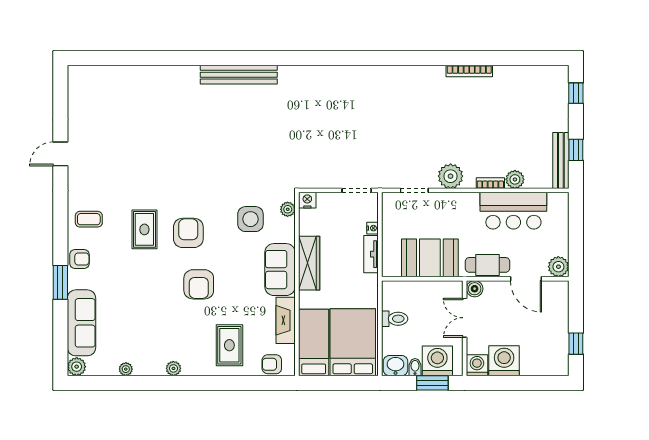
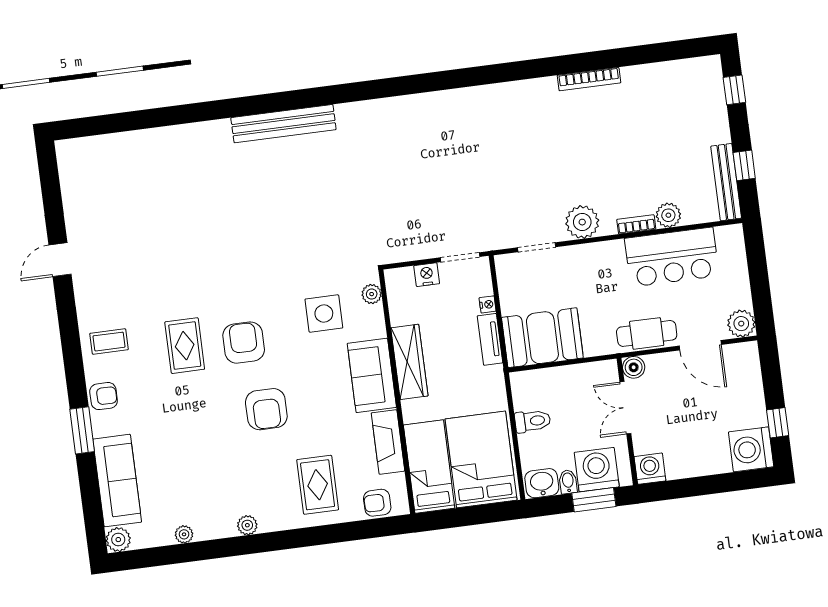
nightstand: (307, 200) -> (427, 275), moved
booth: (430, 258) -> (542, 338), moved
washing machine: (504, 361) -> (751, 449), moved, turned -90

